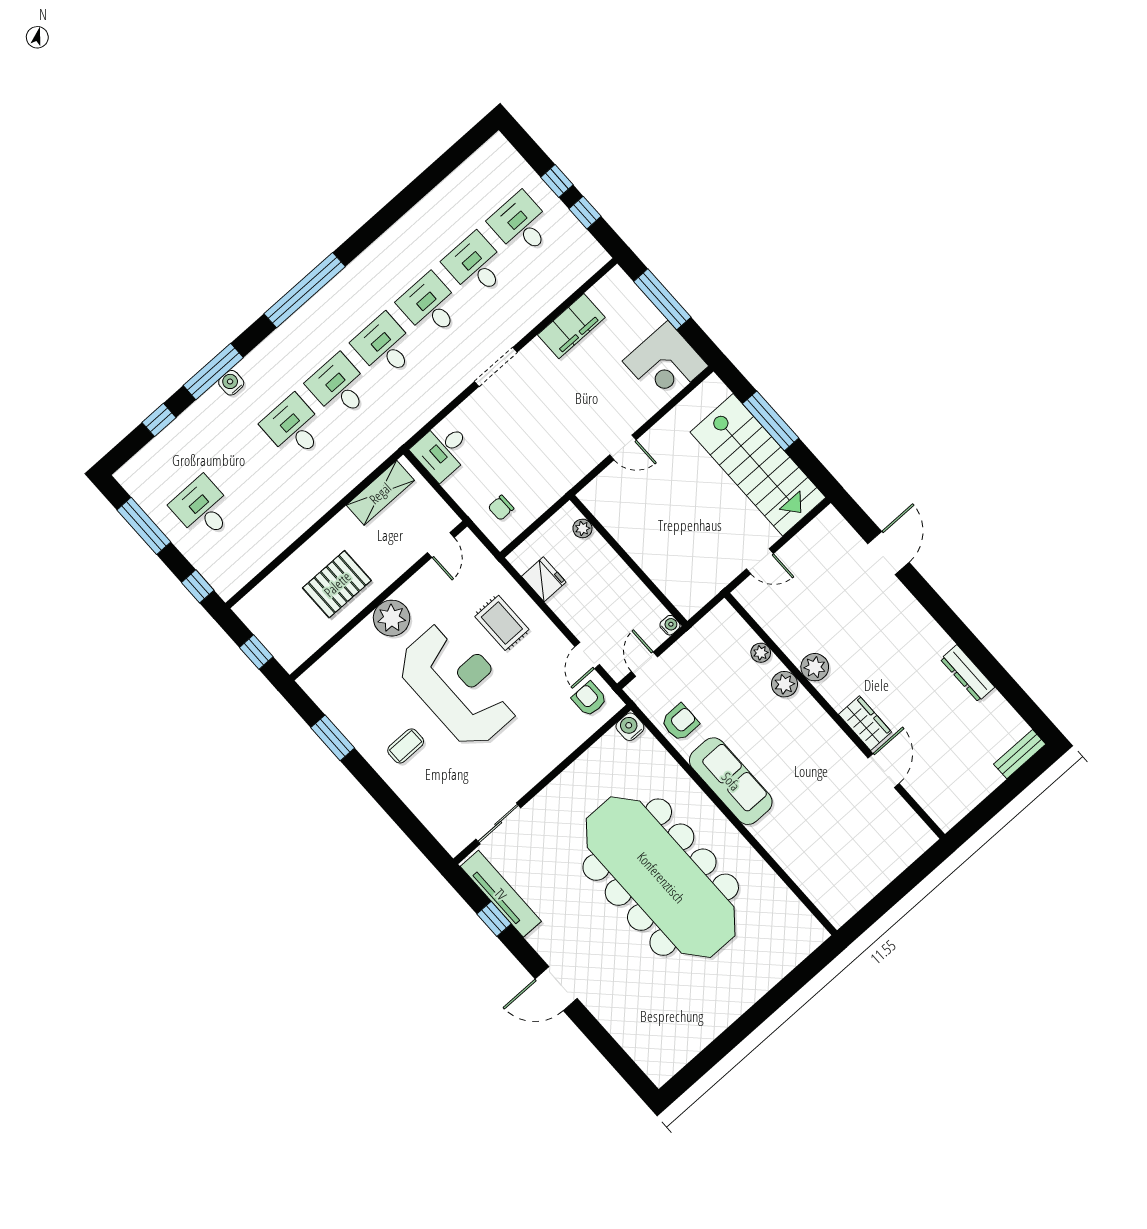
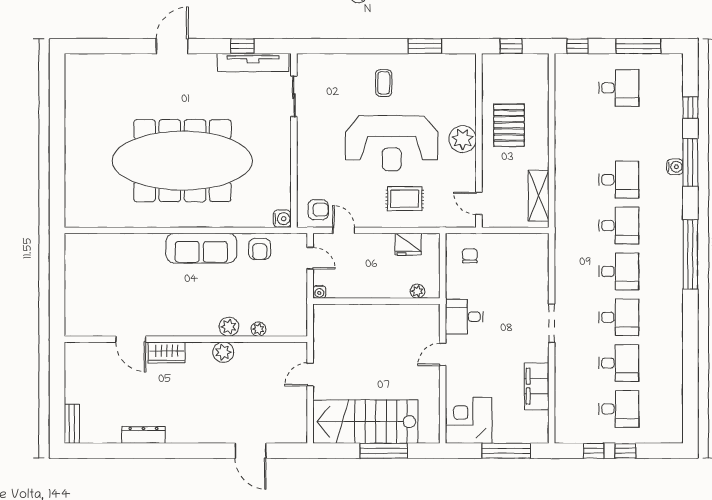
desk: (443, 450) -> (464, 317), moved, turned -90

